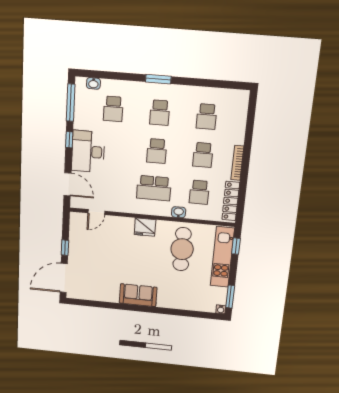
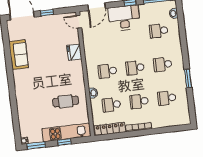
window: (158, 79) -> (188, 78), moved
school desk: (154, 188) -> (107, 71), width x0.54
door: (96, 212) -> (79, 22), moved
fridge: (145, 227) -> (74, 52), moved
window: (236, 246) -> (64, 142), moved
cafe table: (182, 249) -> (66, 101), width x0.73, depth x0.74
sofa: (138, 295) -> (19, 55), moved

